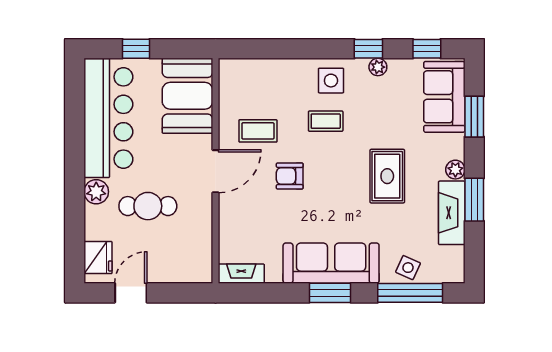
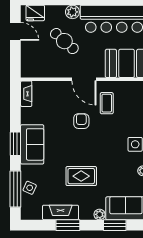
coffee table: (326, 121) -> (112, 141), removed
plant: (455, 170) -> (99, 214), moved
cafe table: (148, 206) -> (64, 41), turned -49
sofa: (331, 263) -> (32, 144), width x0.73

